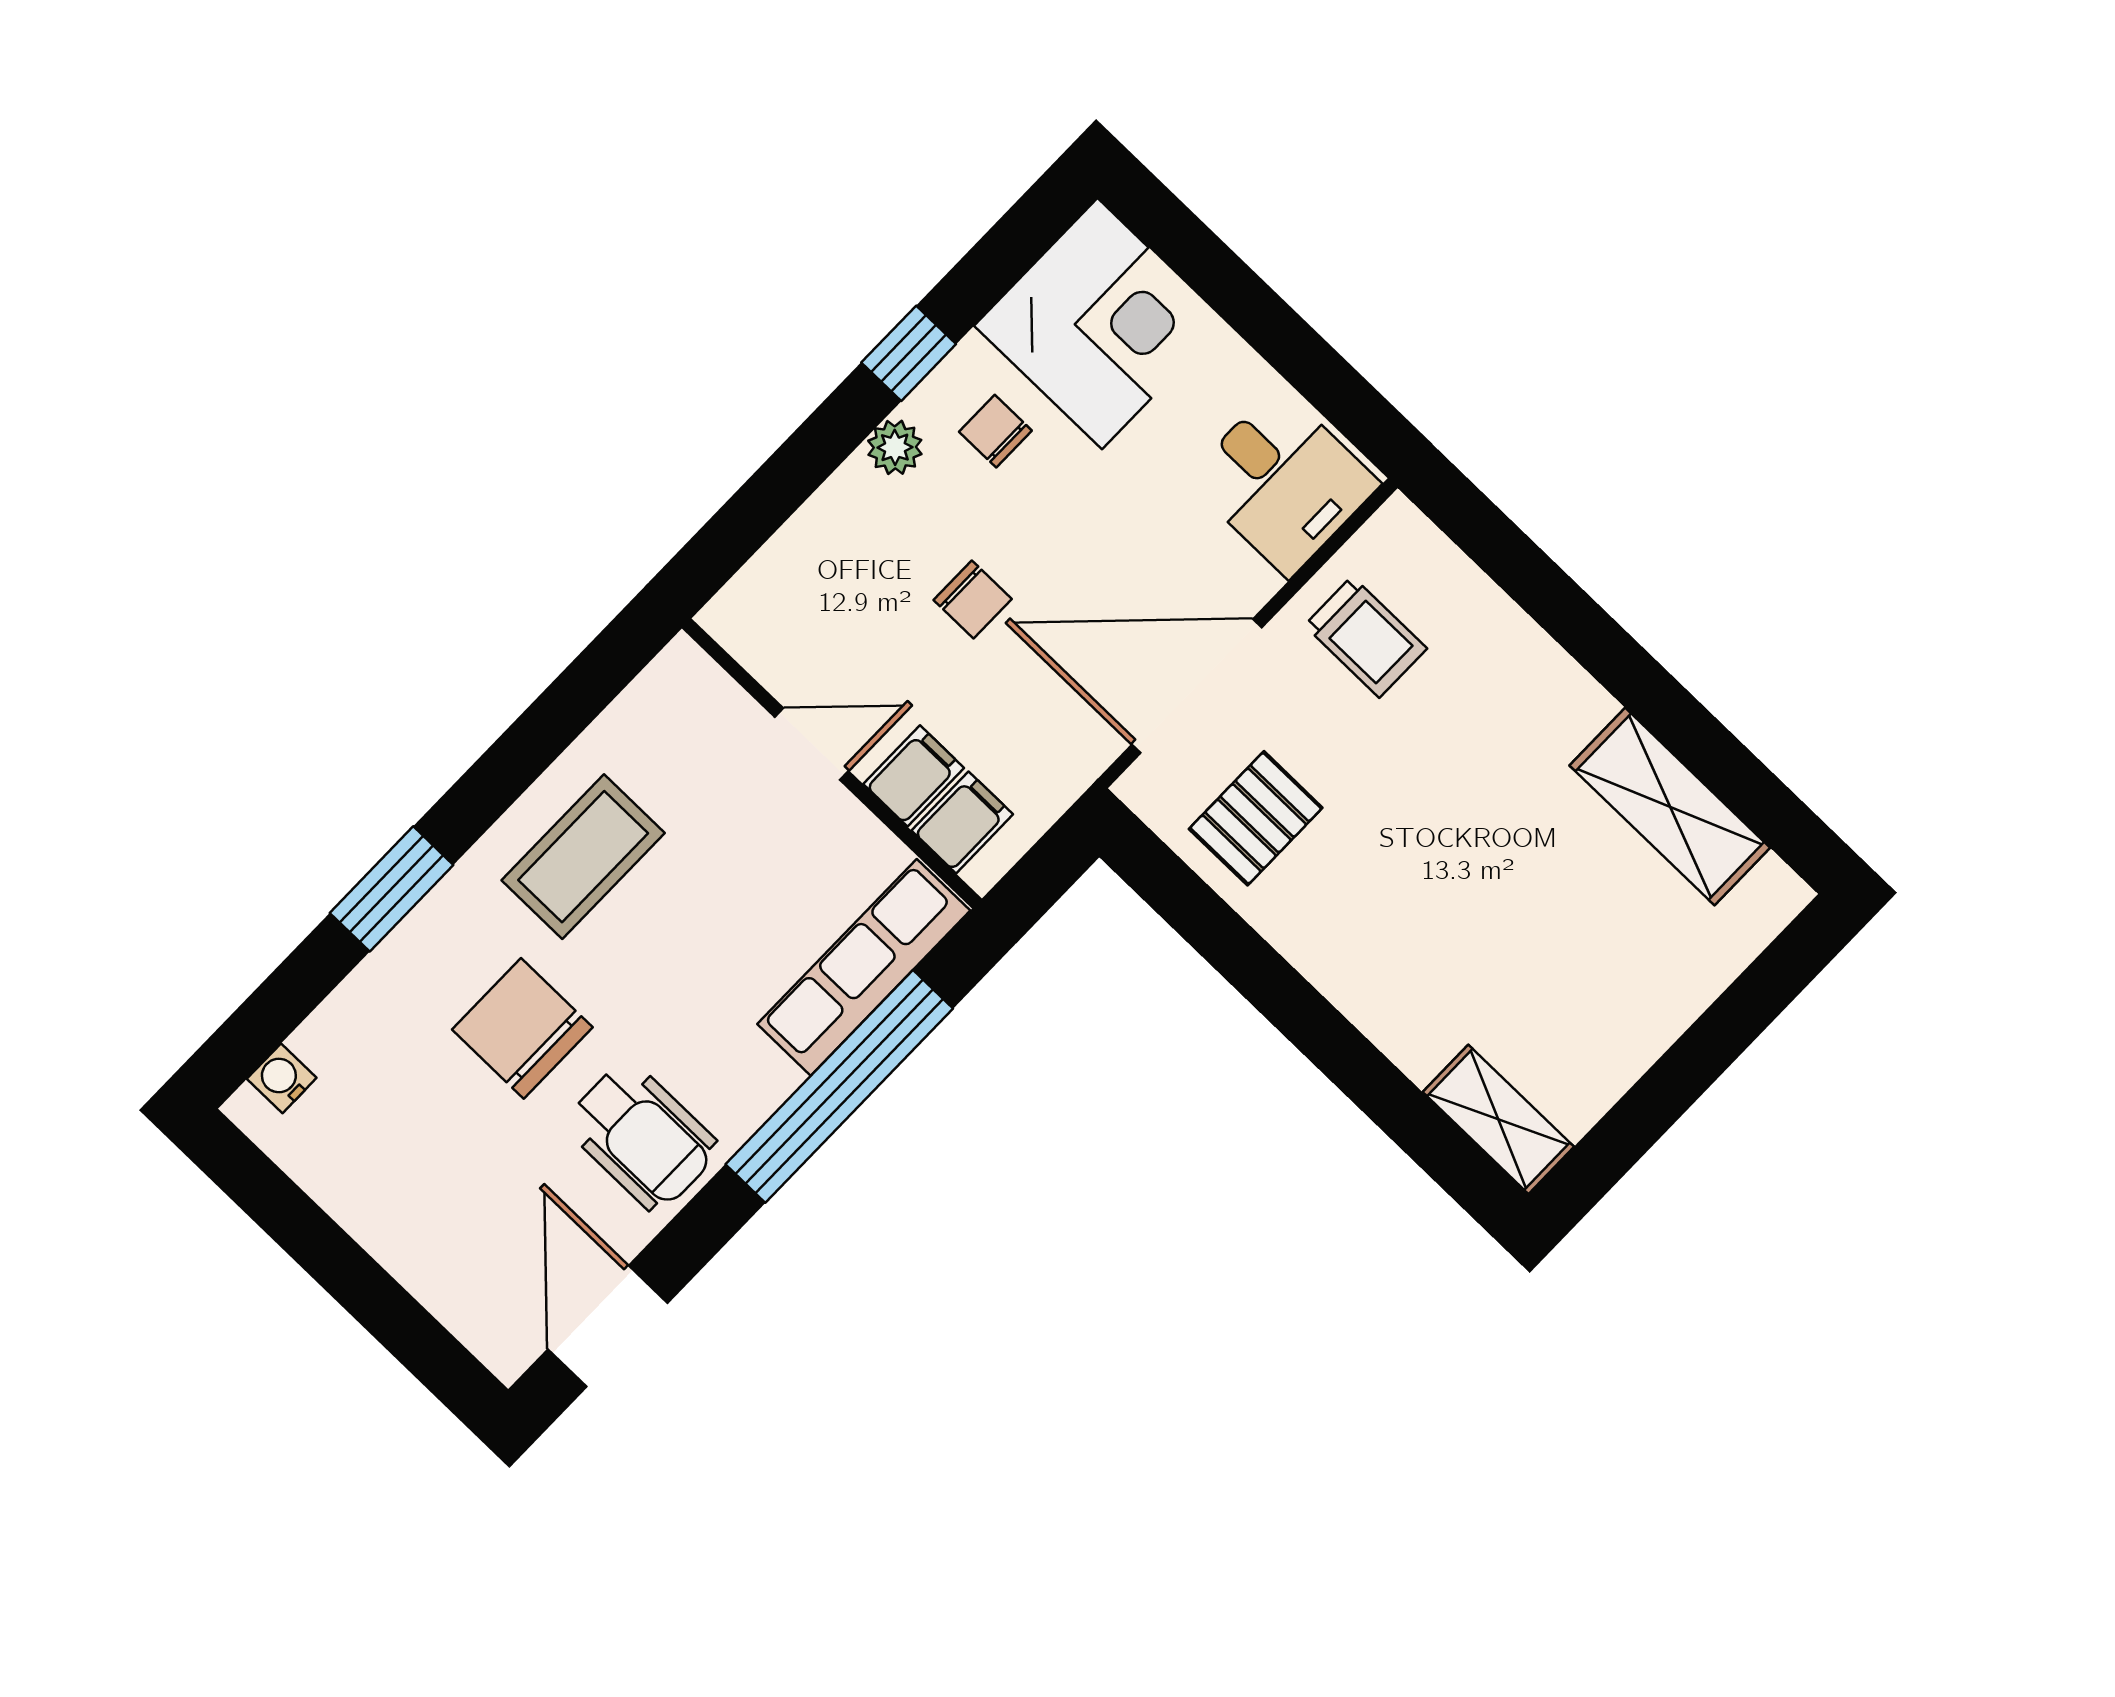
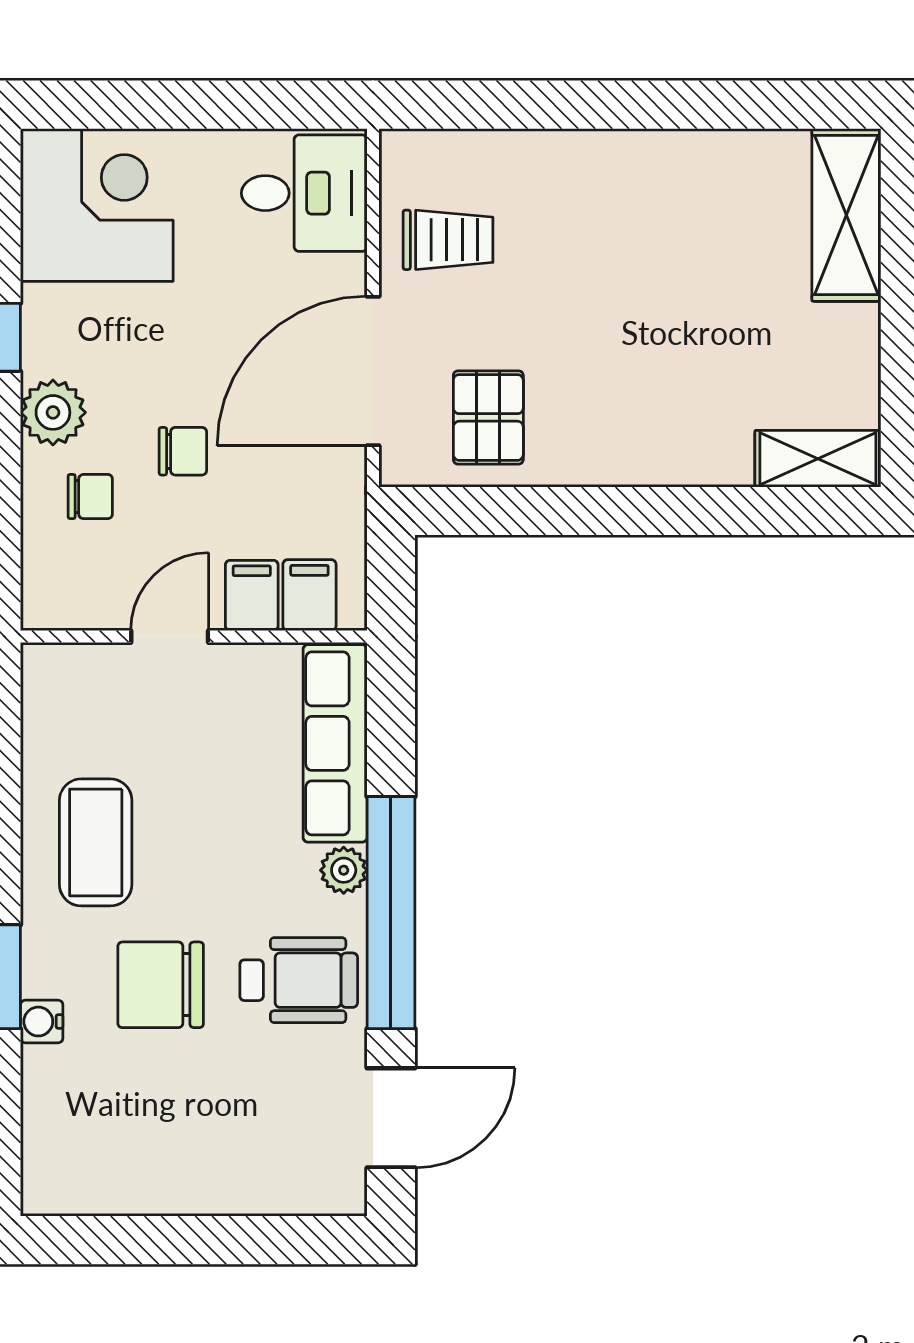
chair: (995, 431) -> (90, 497), moved, turned 180
plant: (895, 447) -> (53, 412), width x1.38, depth x1.38
shelving: (1670, 807) -> (846, 215), moved, turned 90
water cooler: (282, 1078) -> (42, 1022), moved
plant: (768, 1081) -> (344, 870), added
window: (839, 1086) -> (391, 913), moved
door: (608, 1326) -> (391, 1118), swing flipped

